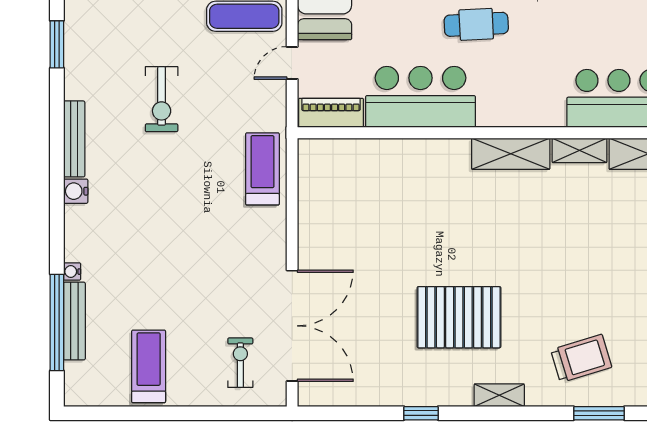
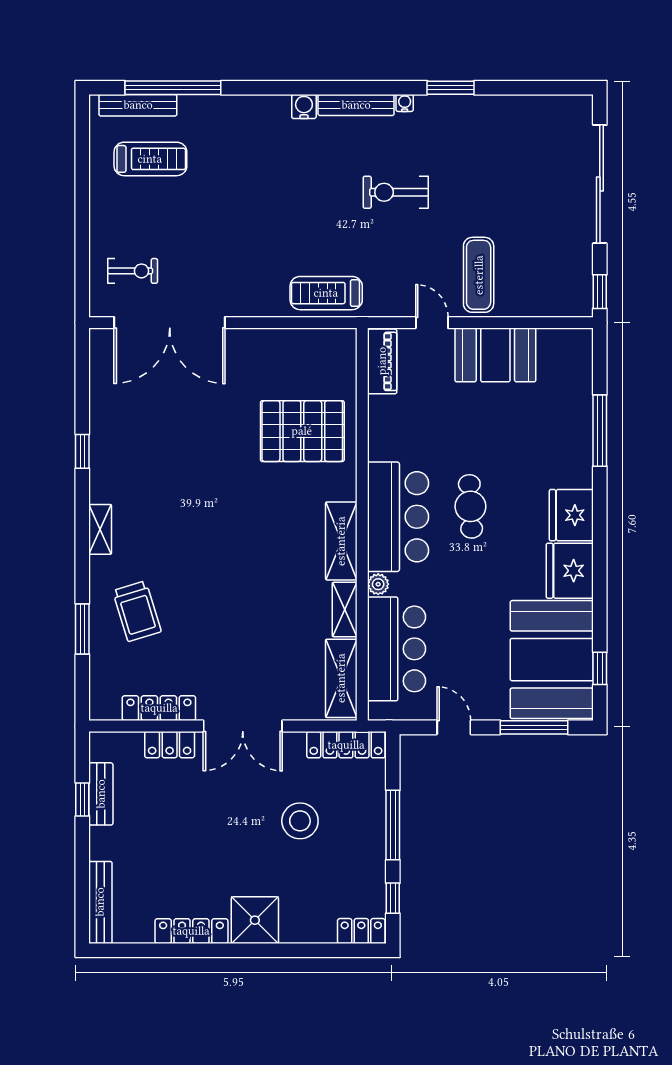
bar counter: (420, 97) -> (398, 517), moved
plant: (554, 117) -> (378, 584), added
treadmill: (262, 169) -> (326, 293), turned 180
water cooler: (72, 272) -> (405, 103), moved
pallet: (459, 317) -> (302, 431), moved, turned 90
bench: (74, 321) -> (138, 105), moved
treadmill: (149, 366) -> (150, 159), moved

